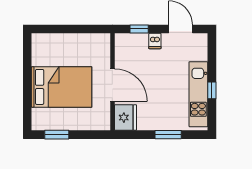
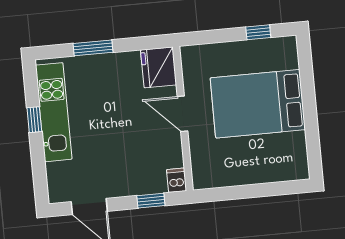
dishwasher: (155, 41) -> (177, 180), moved
door: (112, 85) -> (183, 114), width x0.73
window: (57, 135) -> (258, 32), width x0.67

